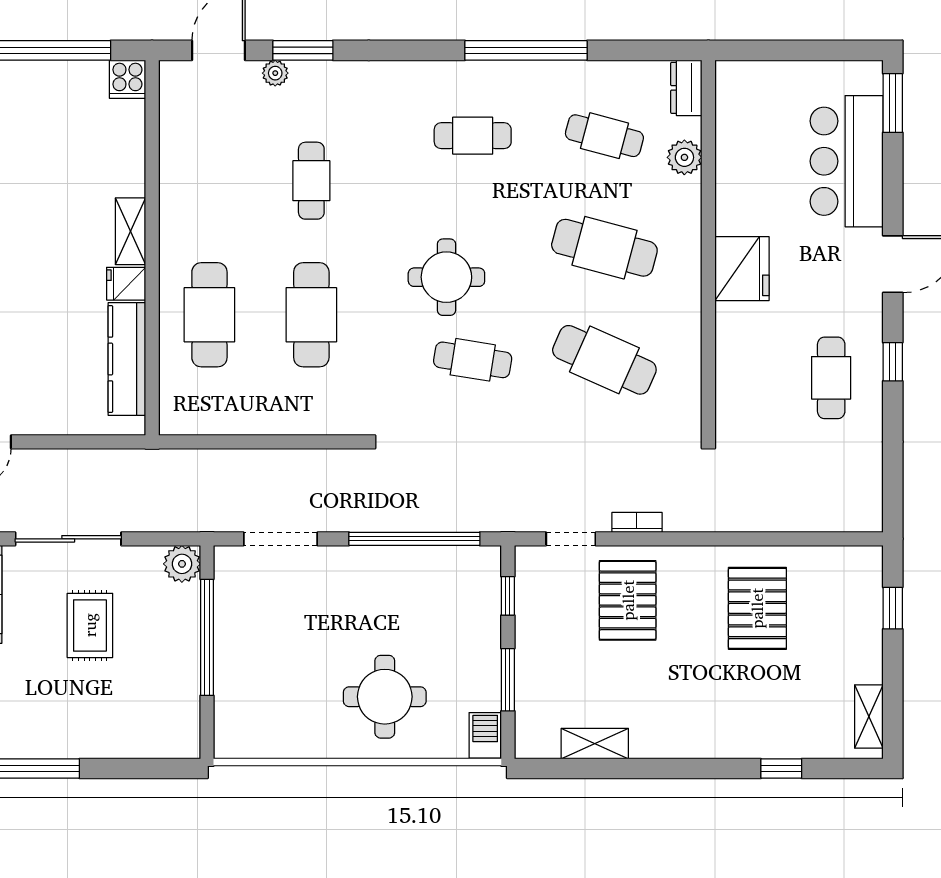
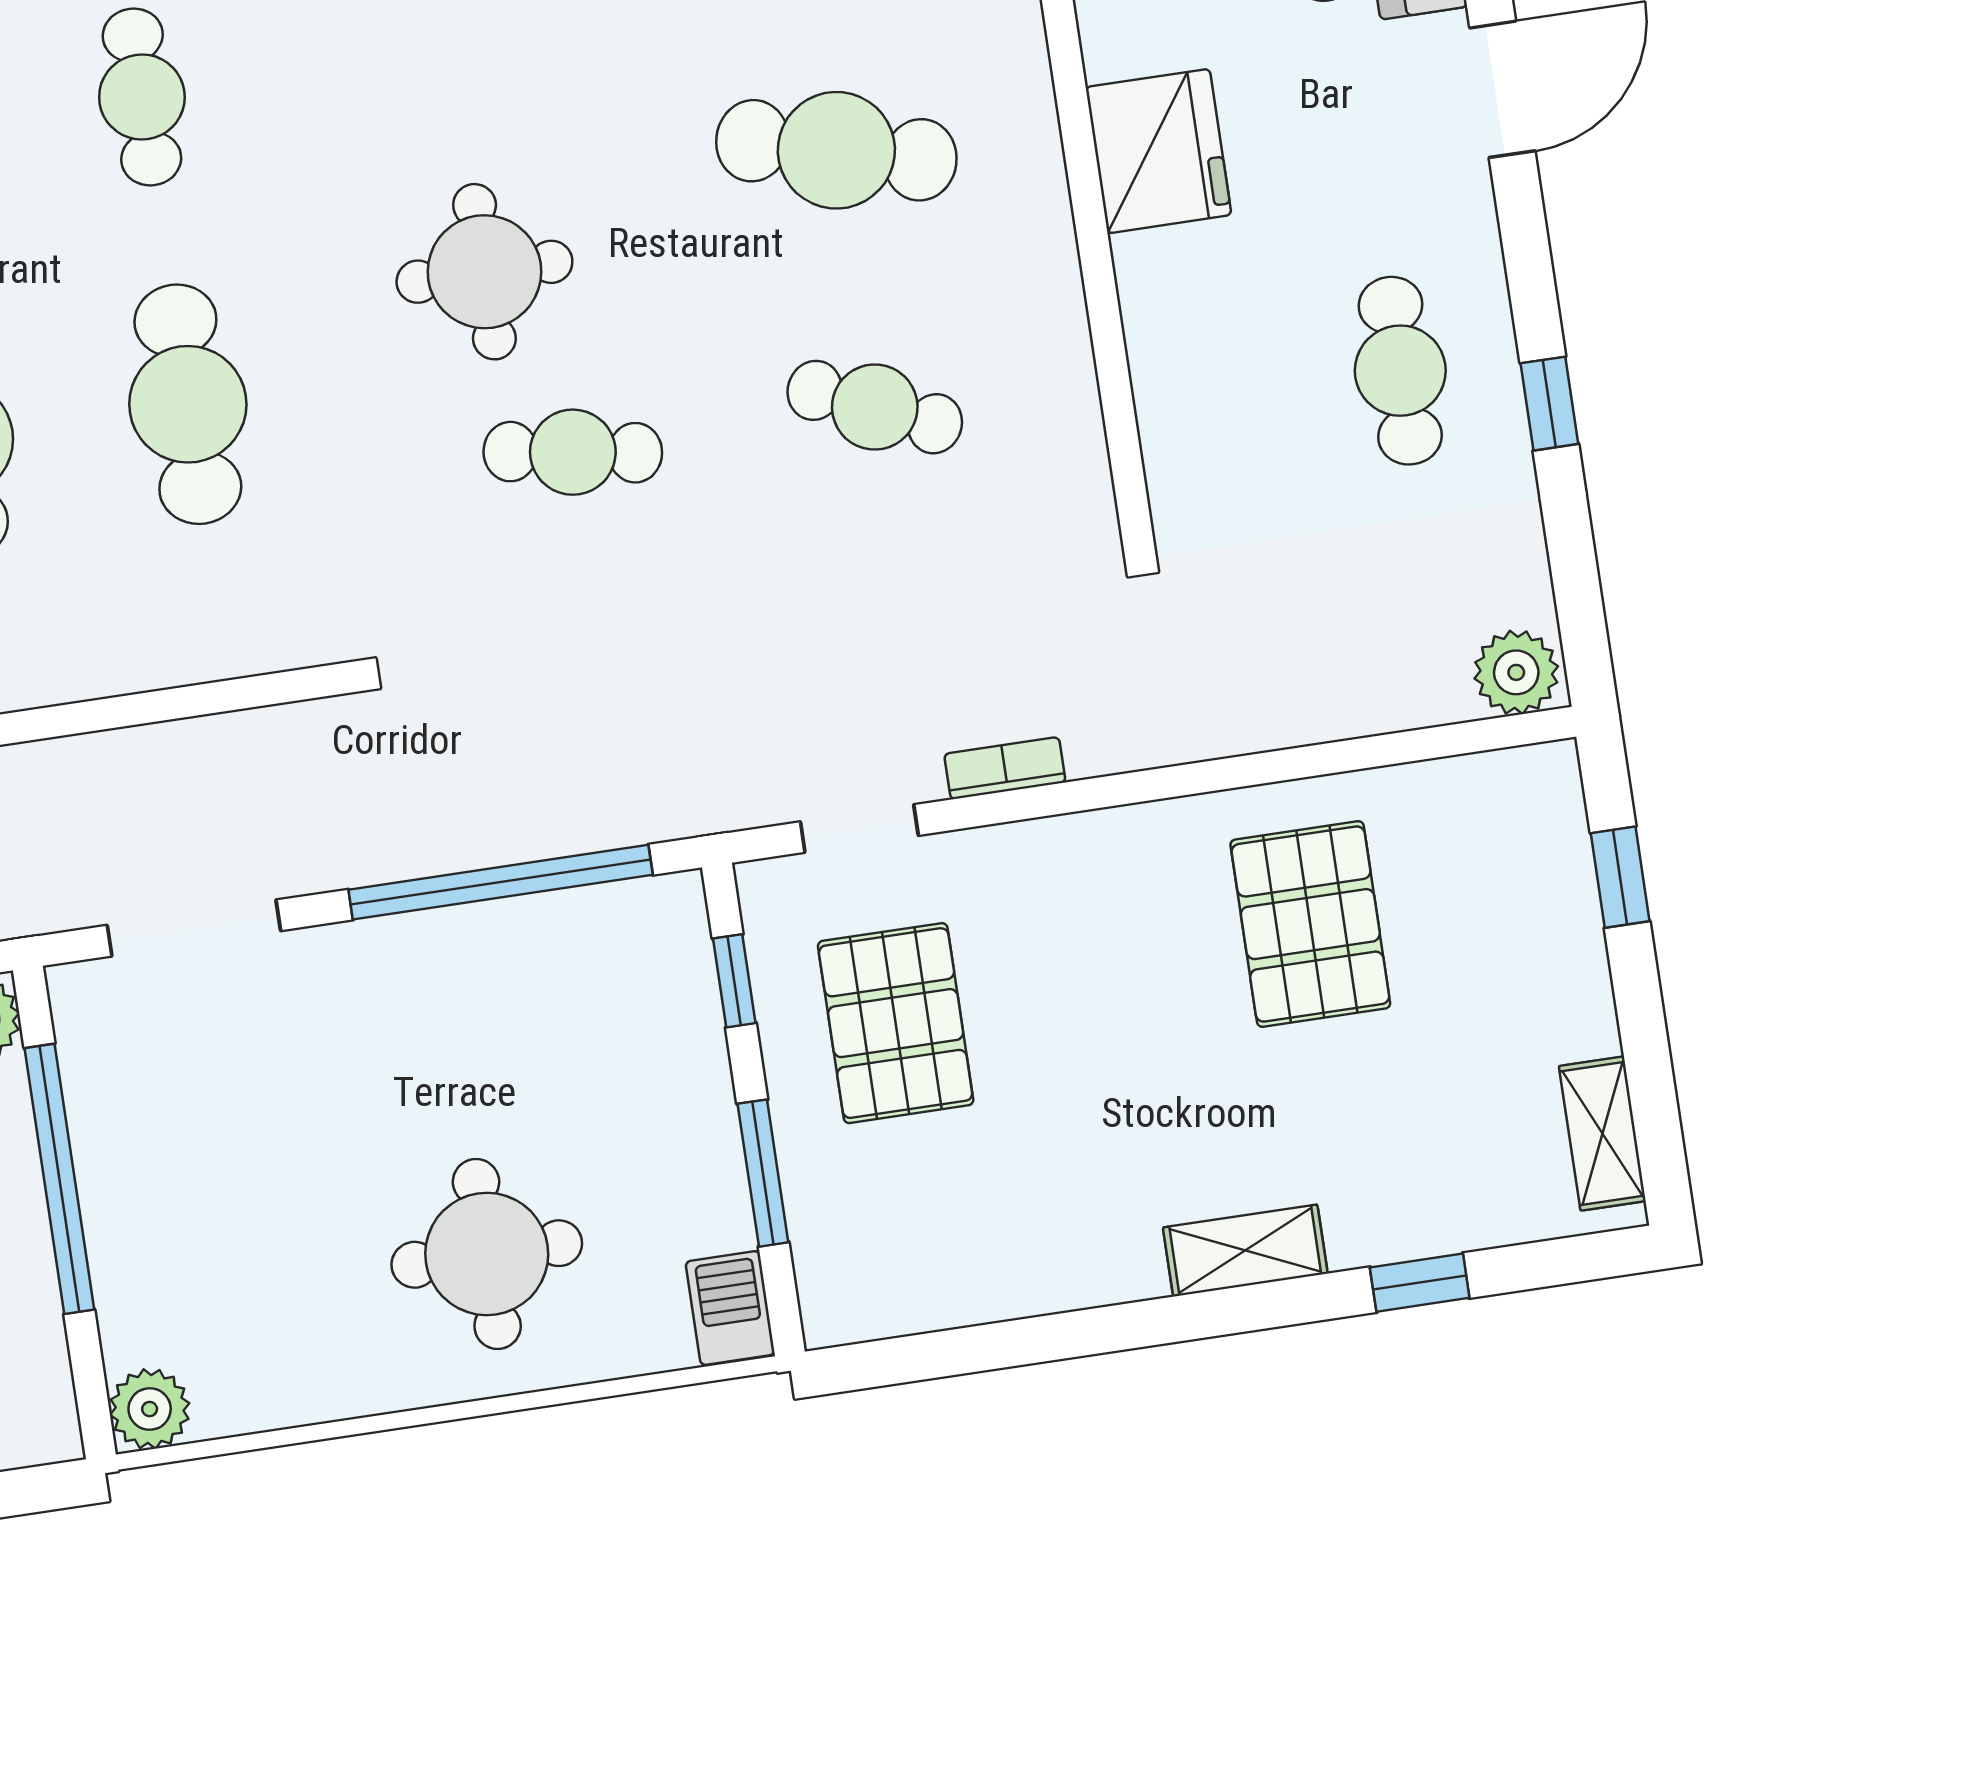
cafe table: (604, 360) -> (875, 407), width x0.73, depth x0.74
window: (893, 362) -> (1549, 404), moved
plant: (861, 514) -> (1516, 672), added
pallet: (628, 600) -> (896, 1023), moved
plant: (231, 741) -> (150, 1409), added
shelving: (595, 744) -> (1245, 1250), moved

